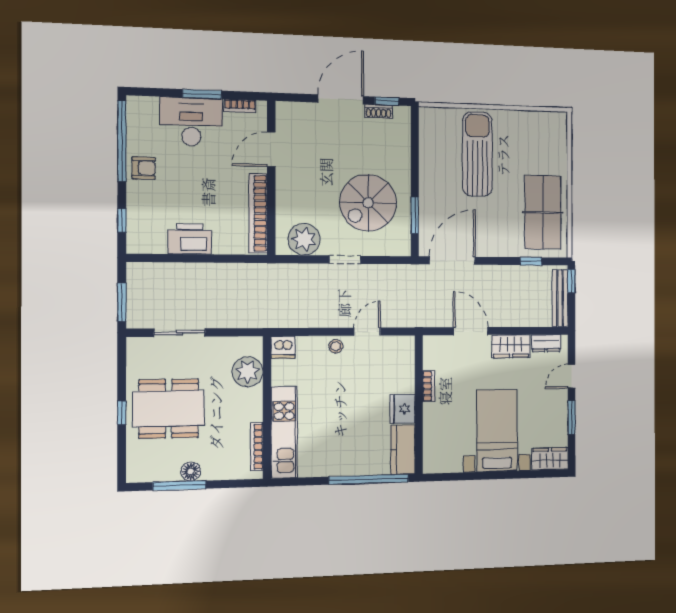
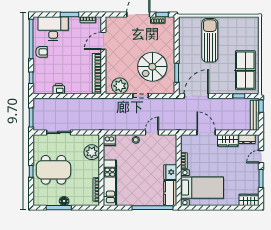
desk: (191, 122) -> (53, 28), moved
printer: (190, 239) -> (59, 89), width x0.53, depth x0.68
bed with nightstands: (497, 430) -> (202, 188), moved, turned 90

